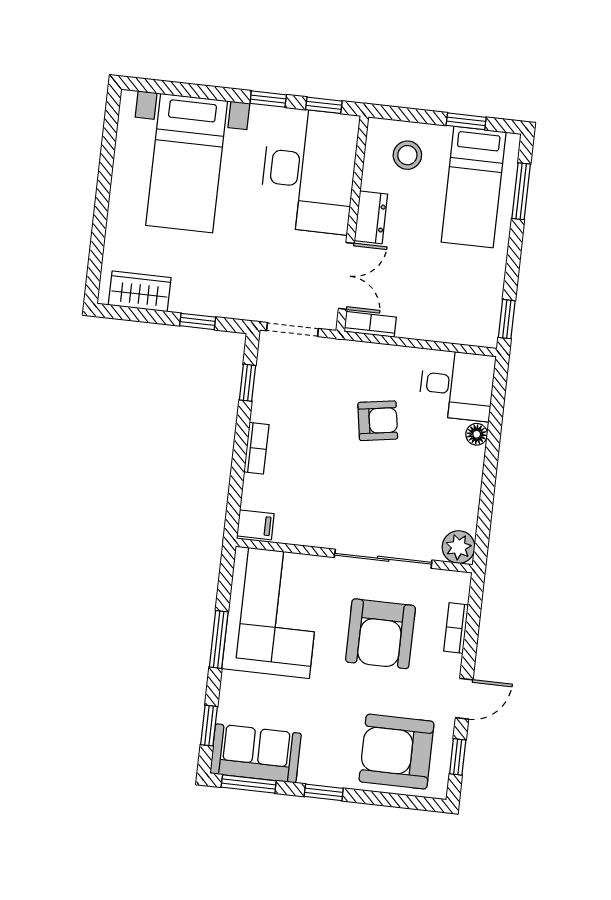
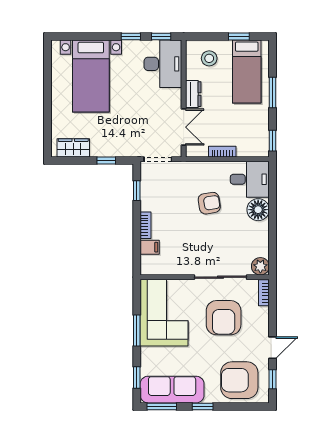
desk: (309, 170) -> (163, 64), width x0.73, depth x0.77
window: (521, 191) -> (273, 92), moved
bookcase: (370, 324) -> (222, 152), moved
floor lamp: (477, 434) -> (258, 210), width x1.89, depth x1.89
filing cabinet: (255, 525) -> (150, 247), moved
bookcase: (456, 628) -> (264, 293), moved
sofa: (256, 753) -> (172, 390), width x1.36

